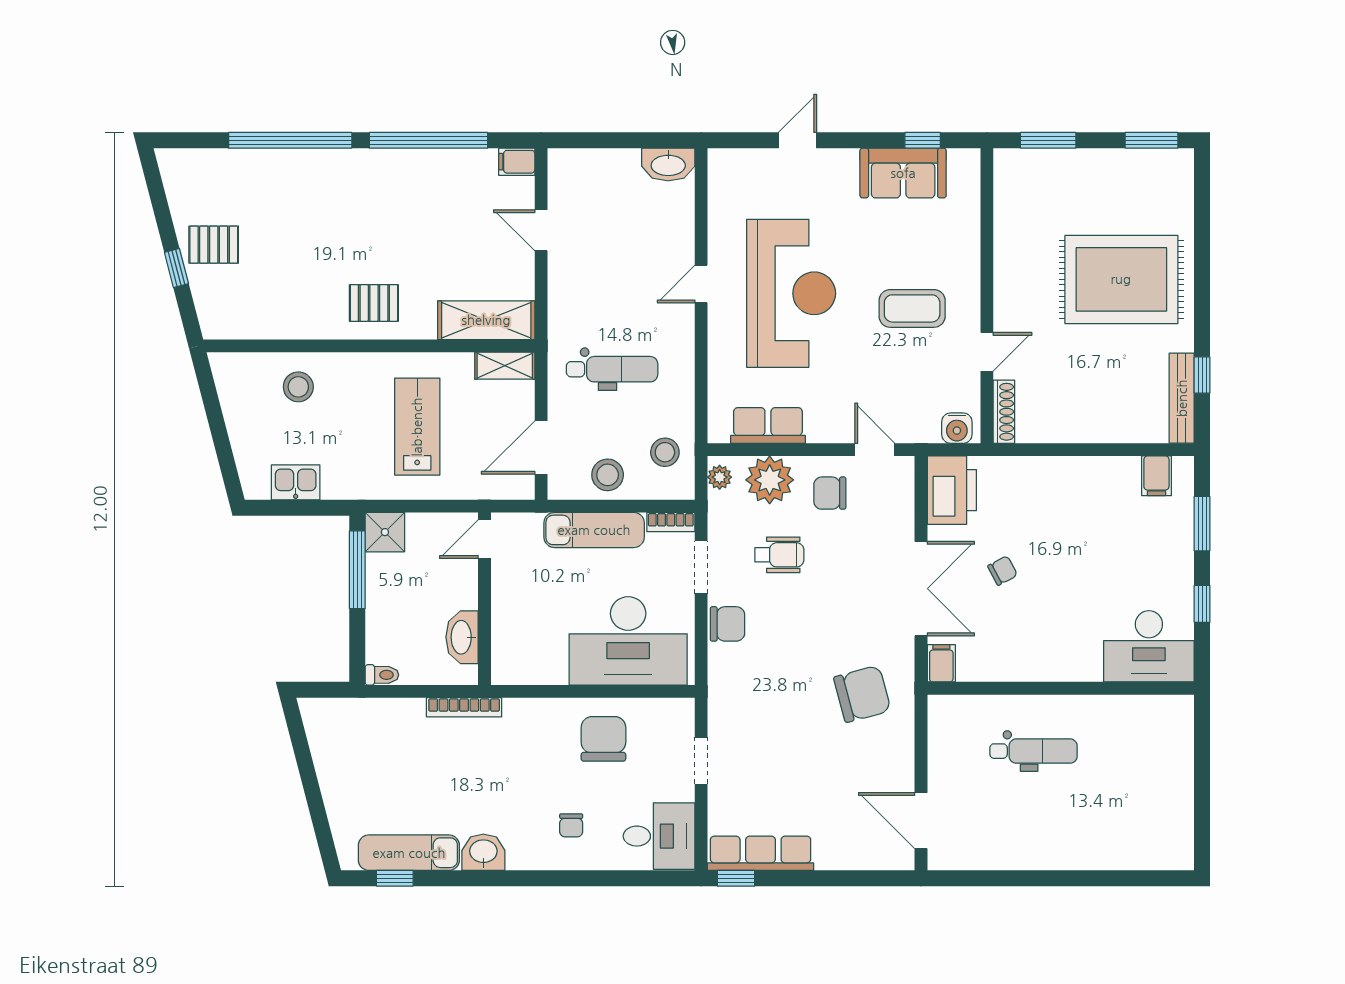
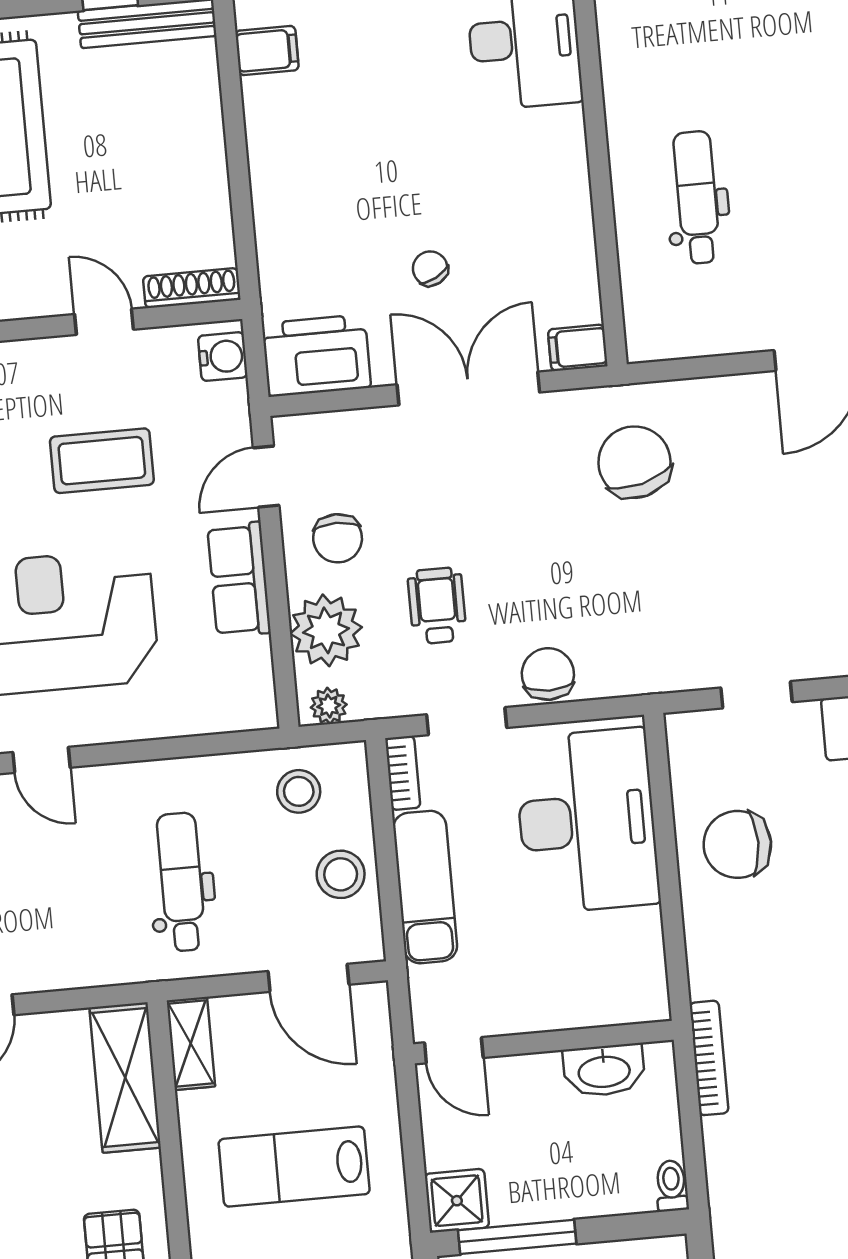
coffee table: (912, 308) -> (102, 461), moved, turned 90
row of seats: (768, 425) -> (239, 579), moved

